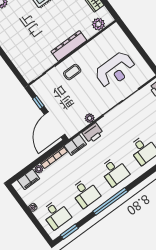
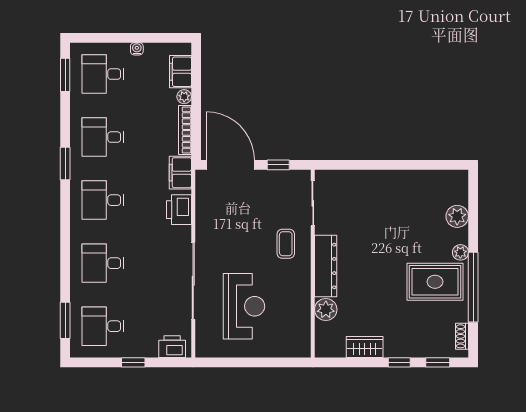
plant: (98, 24) -> (326, 310), moved
reception desk: (115, 70) -> (244, 306), turned 180
plant: (90, 118) -> (203, 221), removed
window: (110, 201) -> (65, 164), width x0.47

